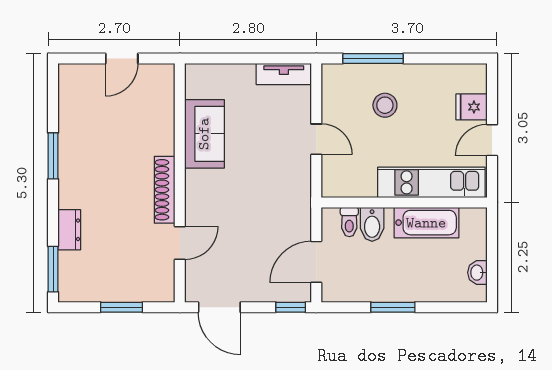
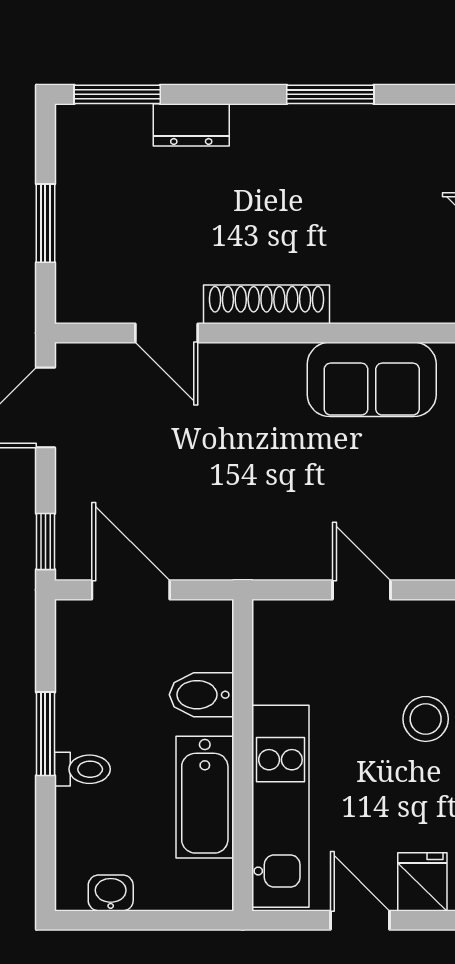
door: (316, 139) -> (362, 590), swing flipped
toilet: (349, 222) -> (82, 769), moved, turned 180

